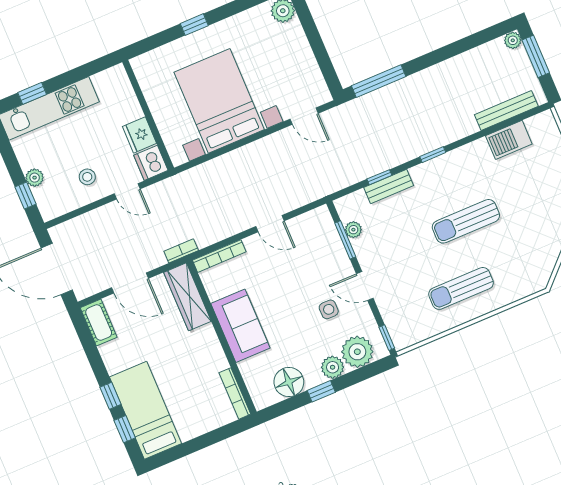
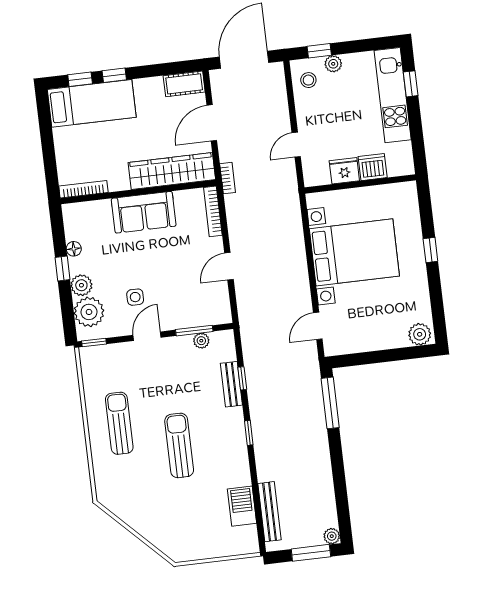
dishwasher: (151, 163) -> (373, 167), moved
stool: (87, 177) -> (308, 80), moved
wardrobe: (188, 297) -> (172, 171), width x1.40, depth x1.17
floor lamp: (289, 382) -> (74, 249), width x0.53, depth x0.53

